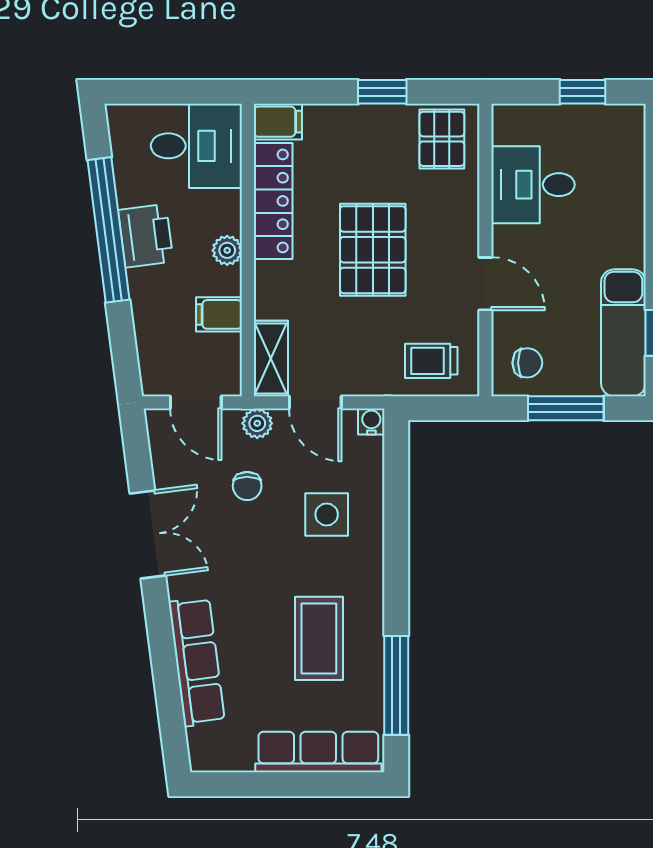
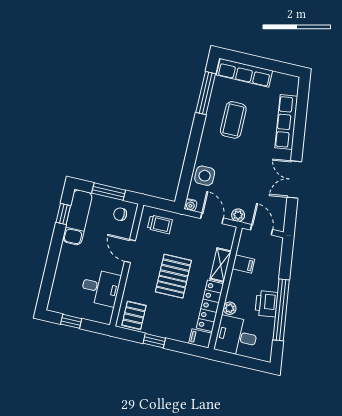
plant: (227, 250) -> (230, 308), moved
shelving: (271, 359) -> (221, 265), moved
chair: (247, 486) -> (248, 190), removed
side table: (327, 514) -> (205, 176), moved

